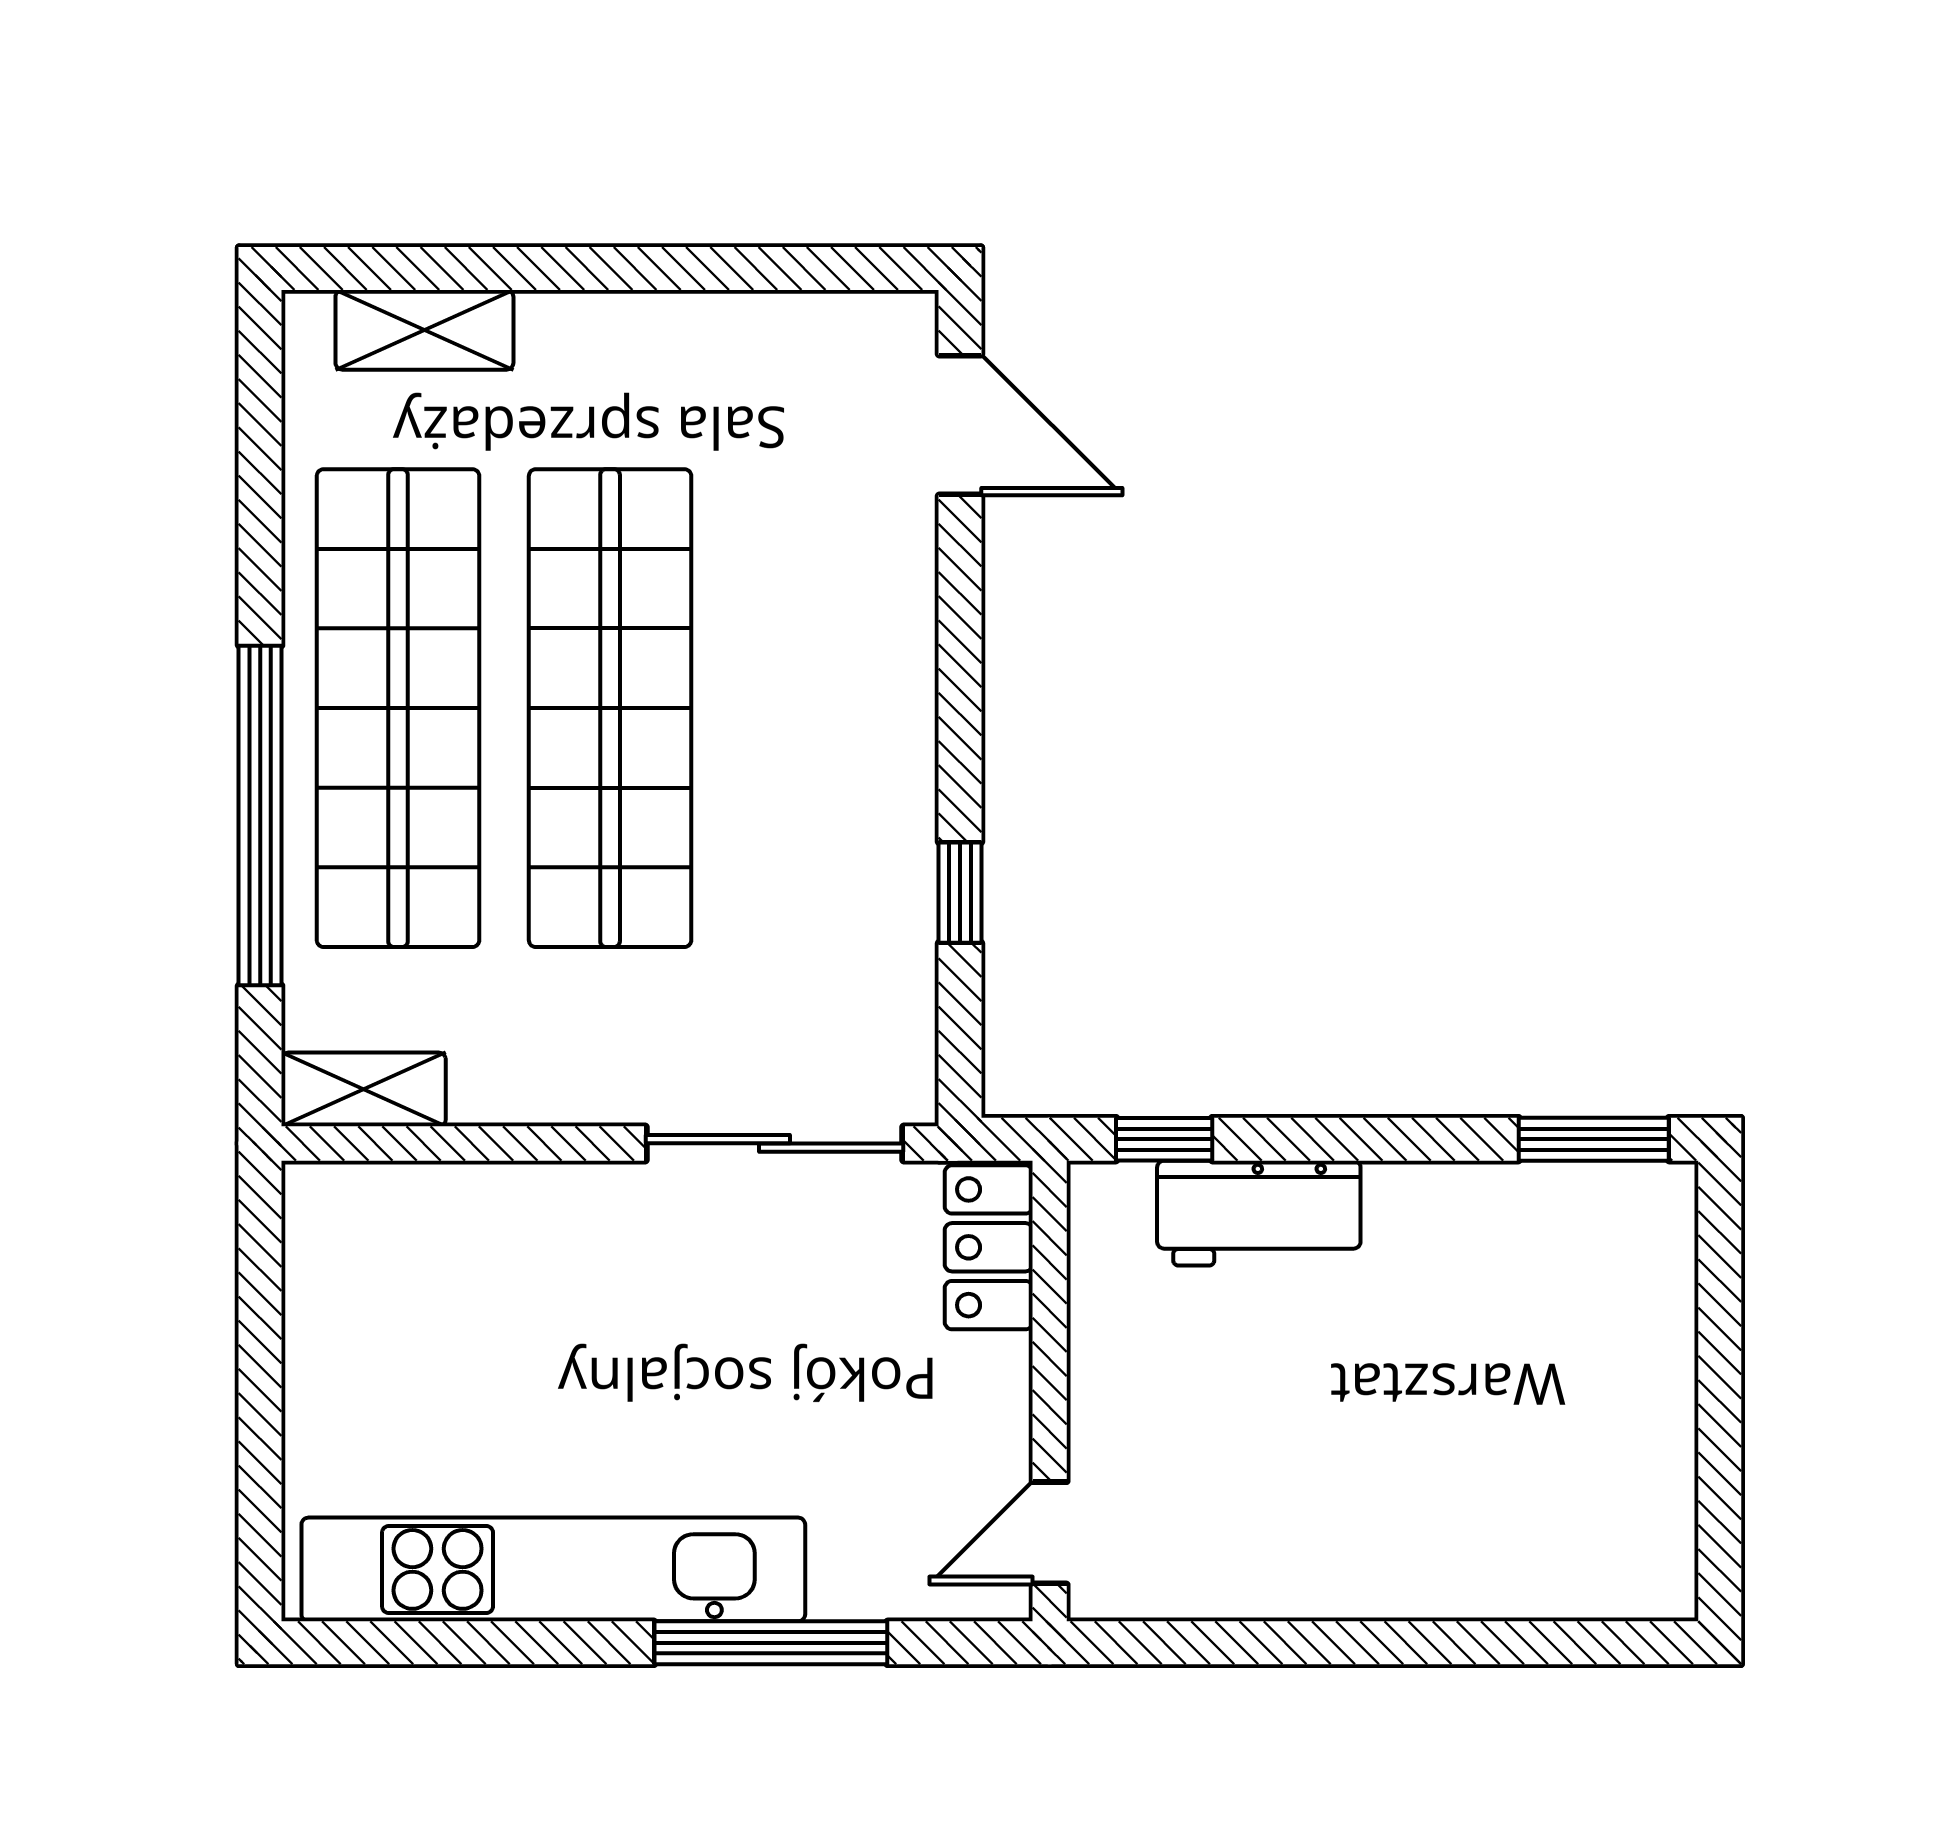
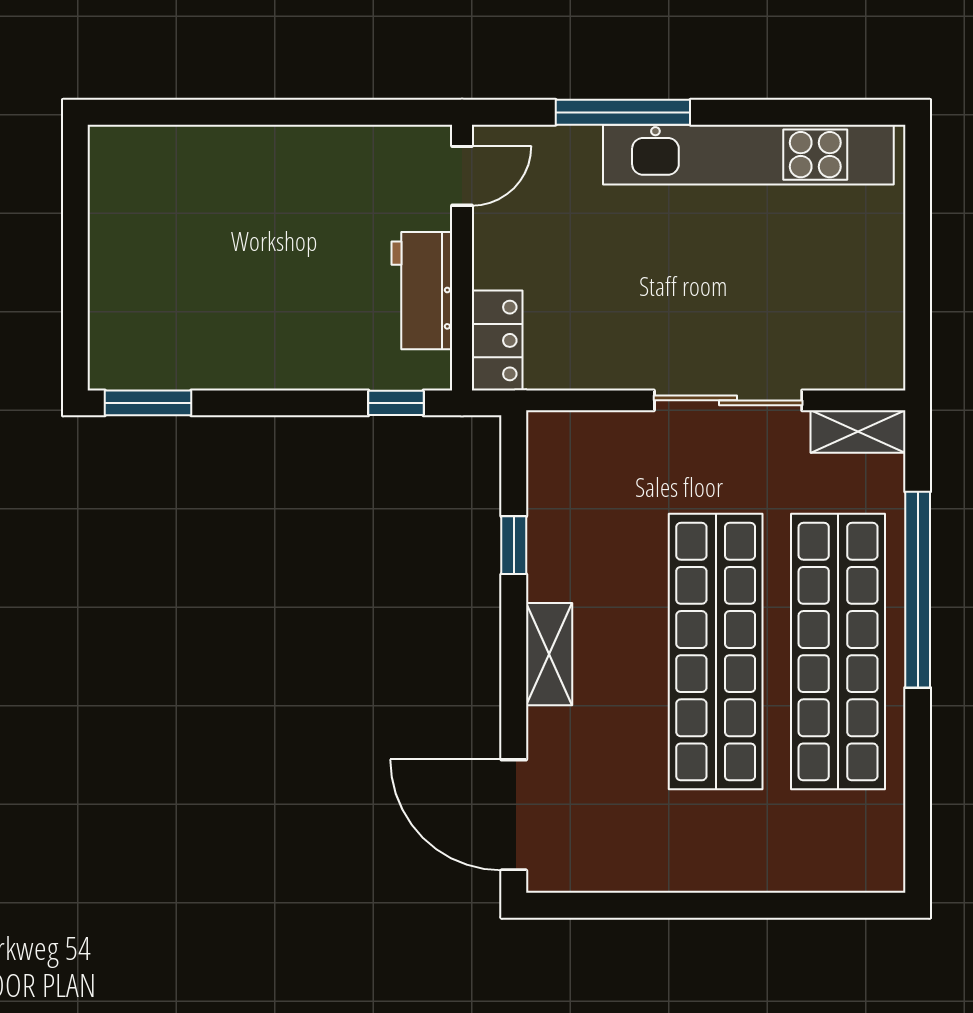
shelving: (424, 330) -> (549, 654), moved, turned 90
door: (960, 425) -> (514, 815), width x1.36
sliding door: (774, 1143) -> (728, 400), moved
workbench: (1259, 1213) -> (422, 291), moved, turned -90

